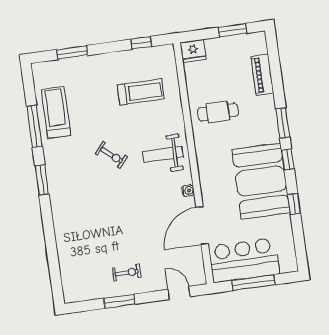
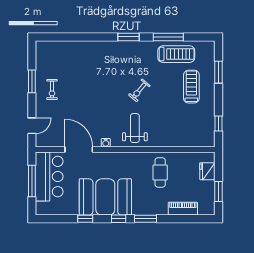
fridge: (193, 51) -> (207, 171), moved
treadmill: (141, 92) -> (191, 87), moved, turned 180

